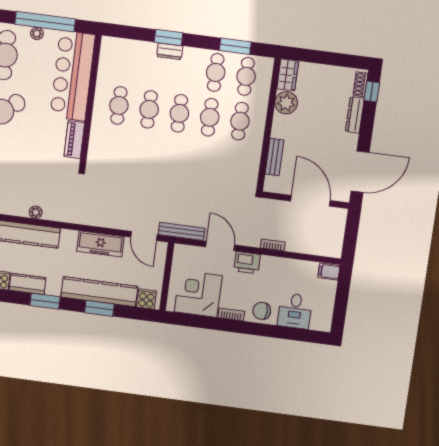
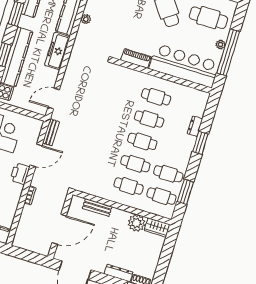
dresser: (170, 51) -> (195, 126), moved
bench: (182, 231) -> (51, 132), width x0.73
freezer: (100, 244) -> (57, 51), moved

